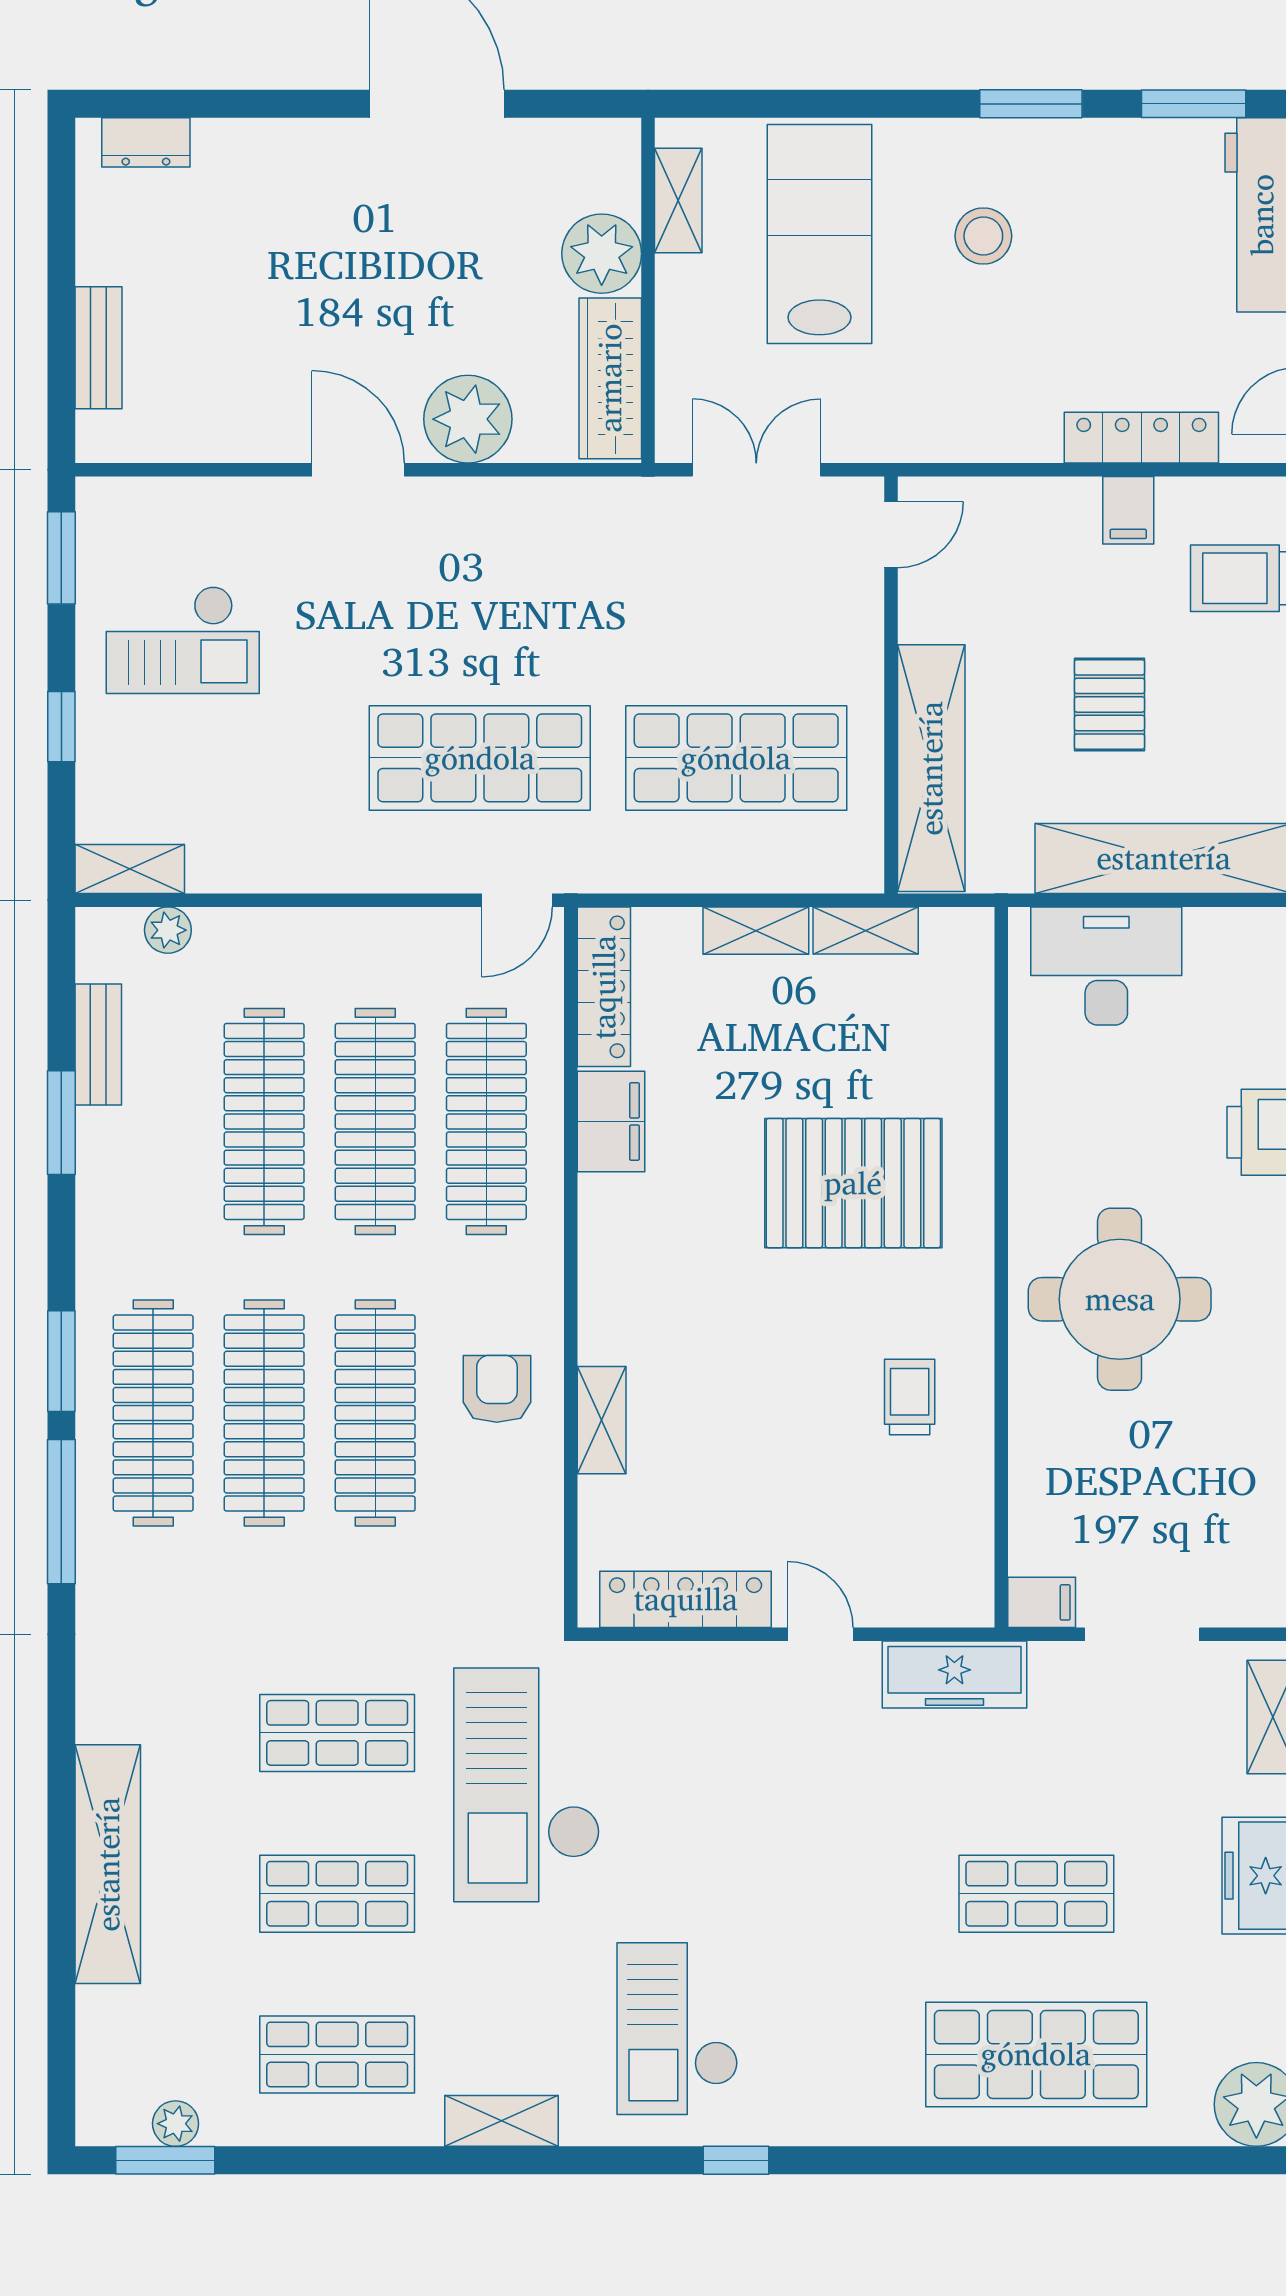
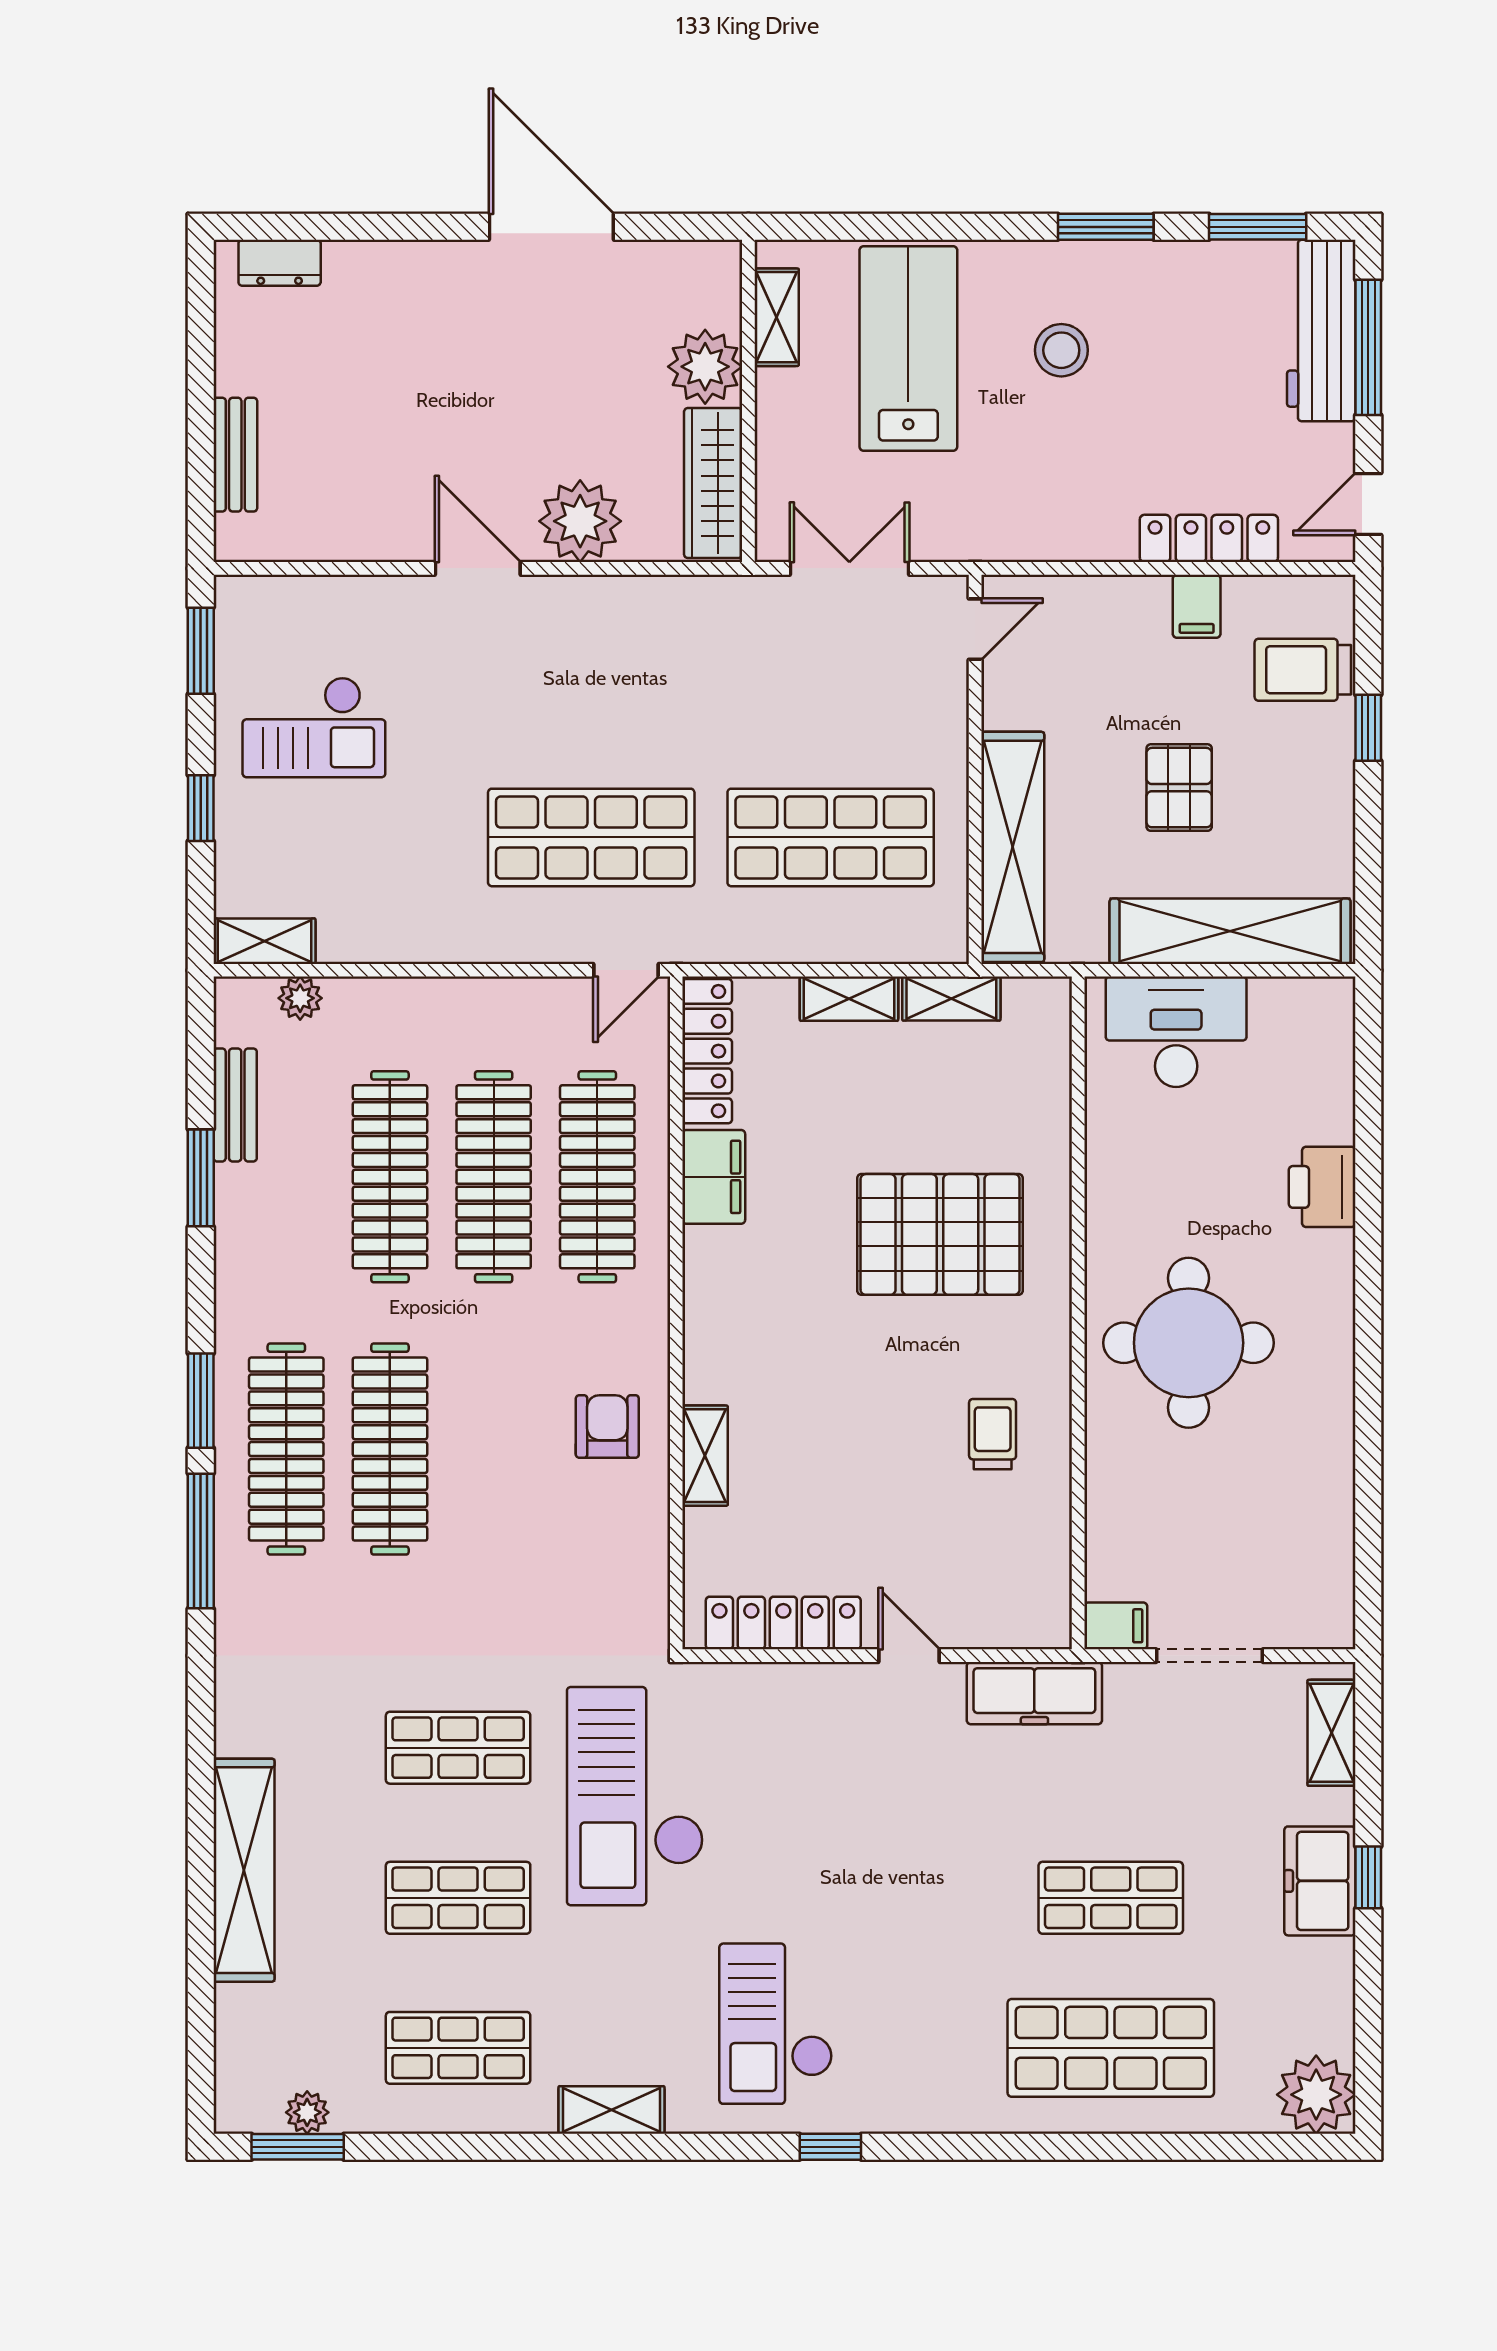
clothes rail: (375, 1413) -> (494, 1449), removed

